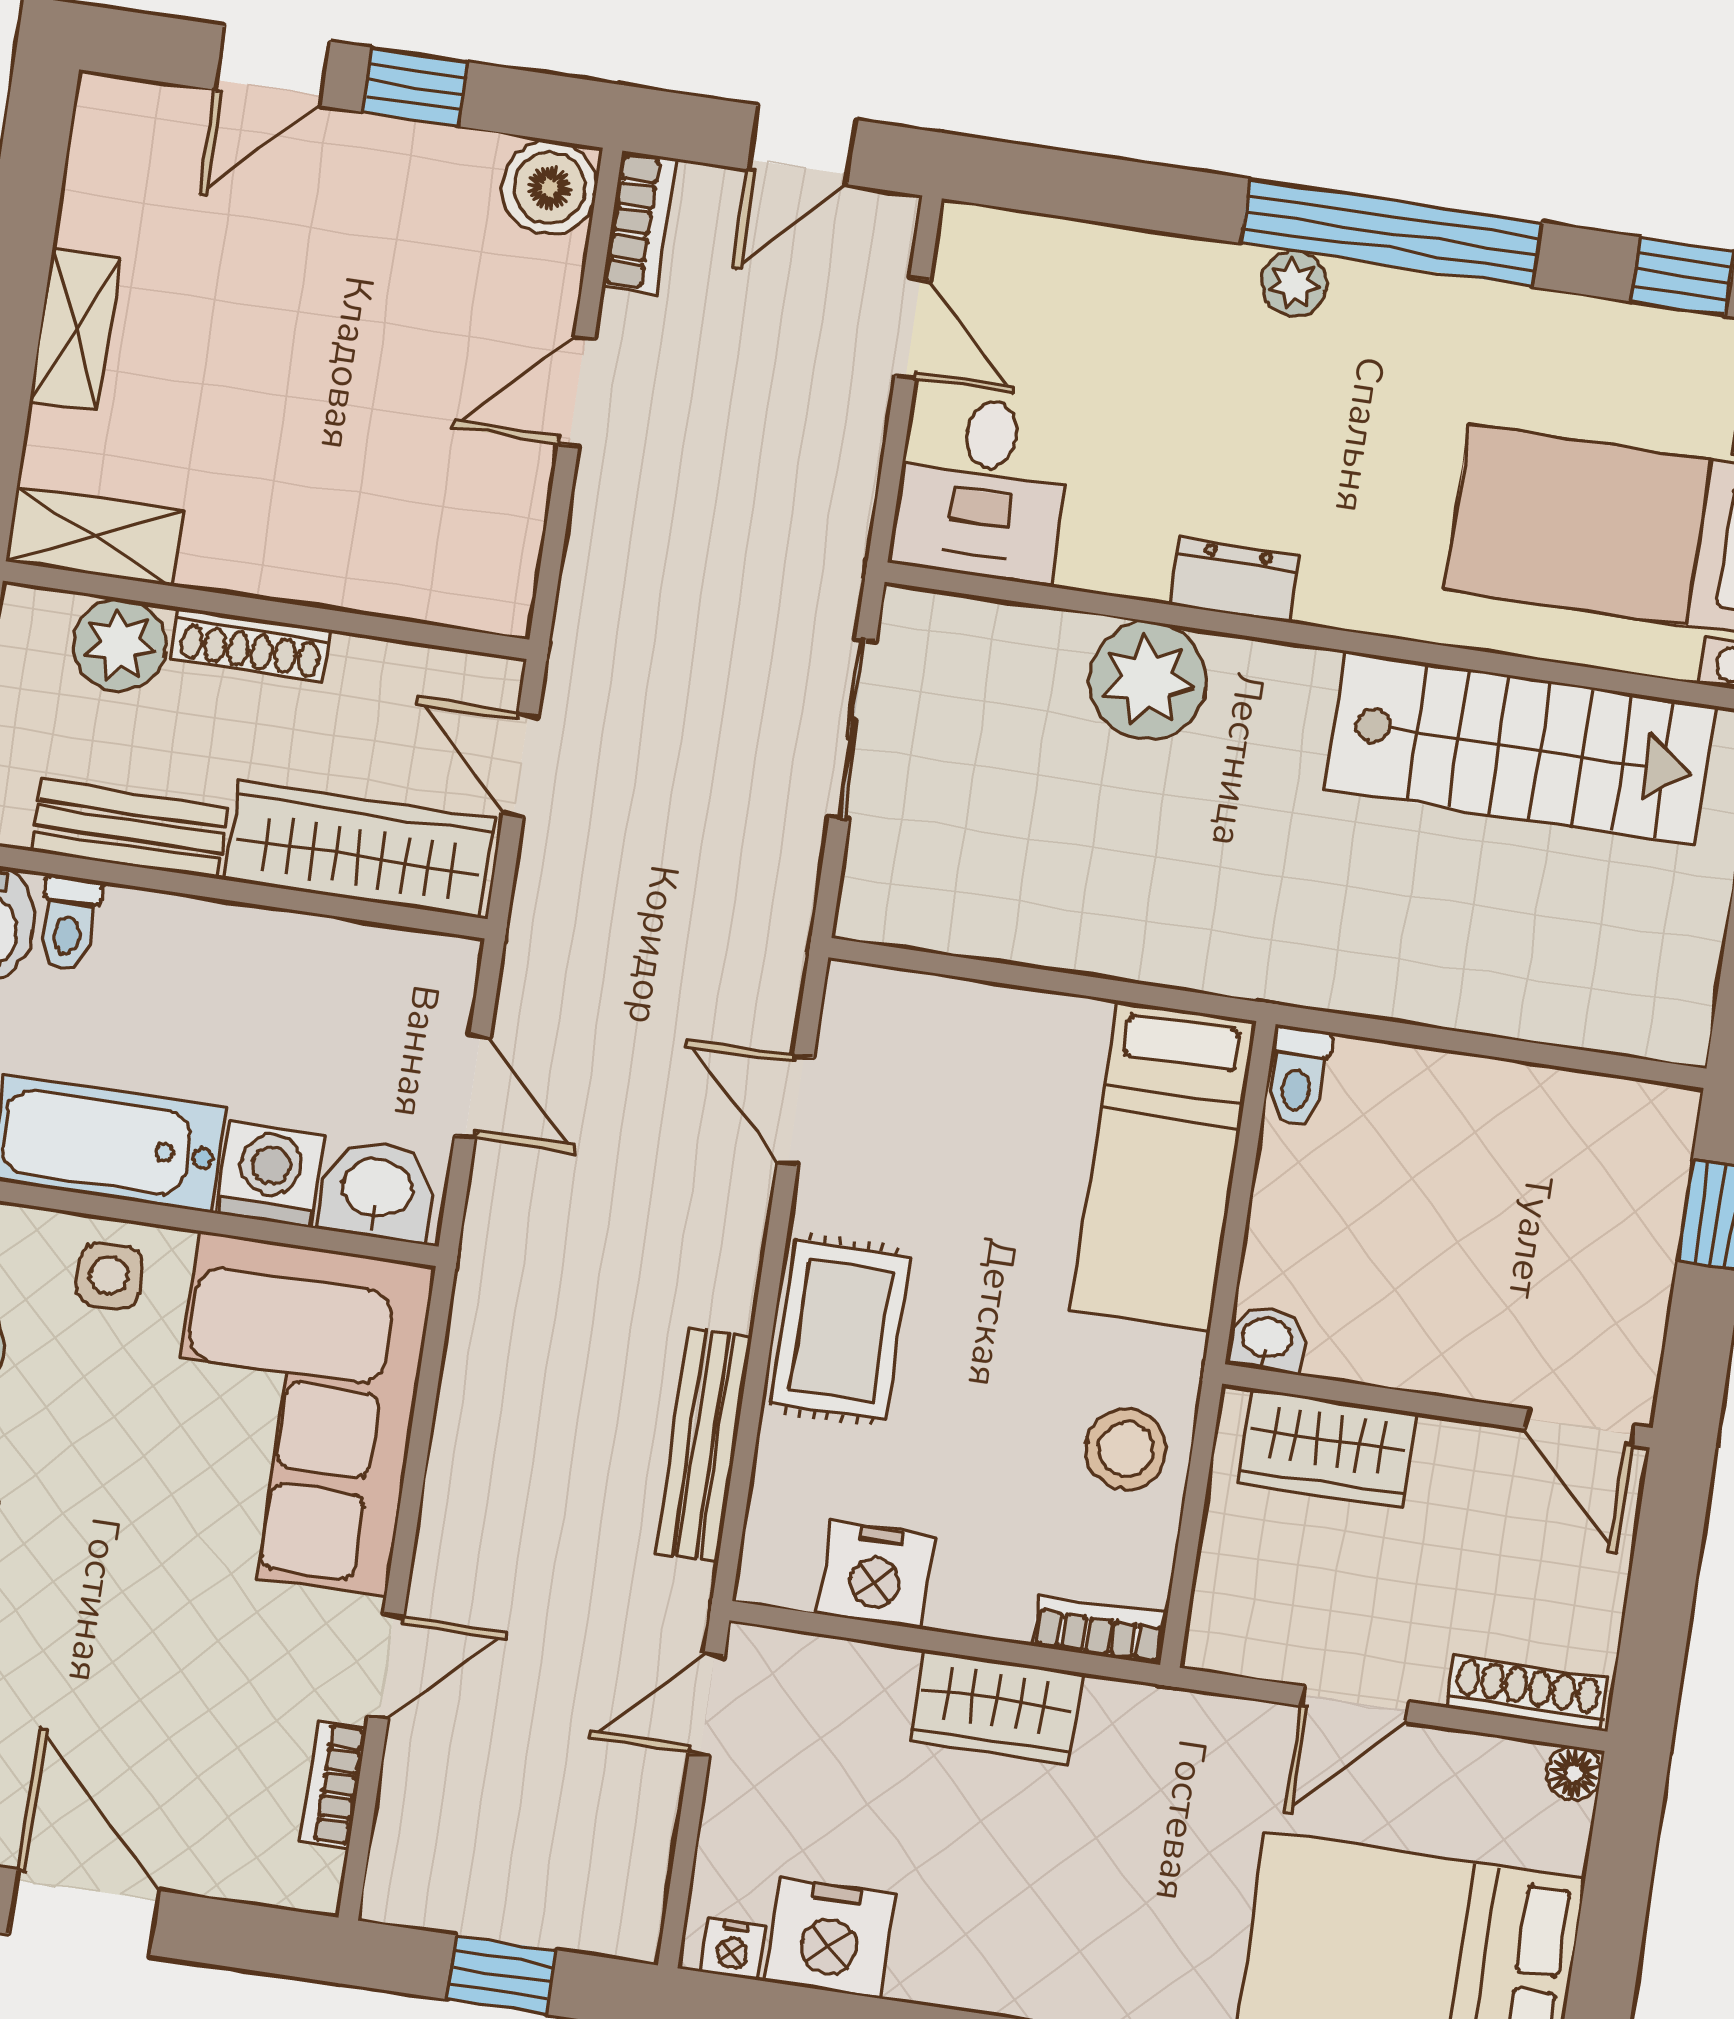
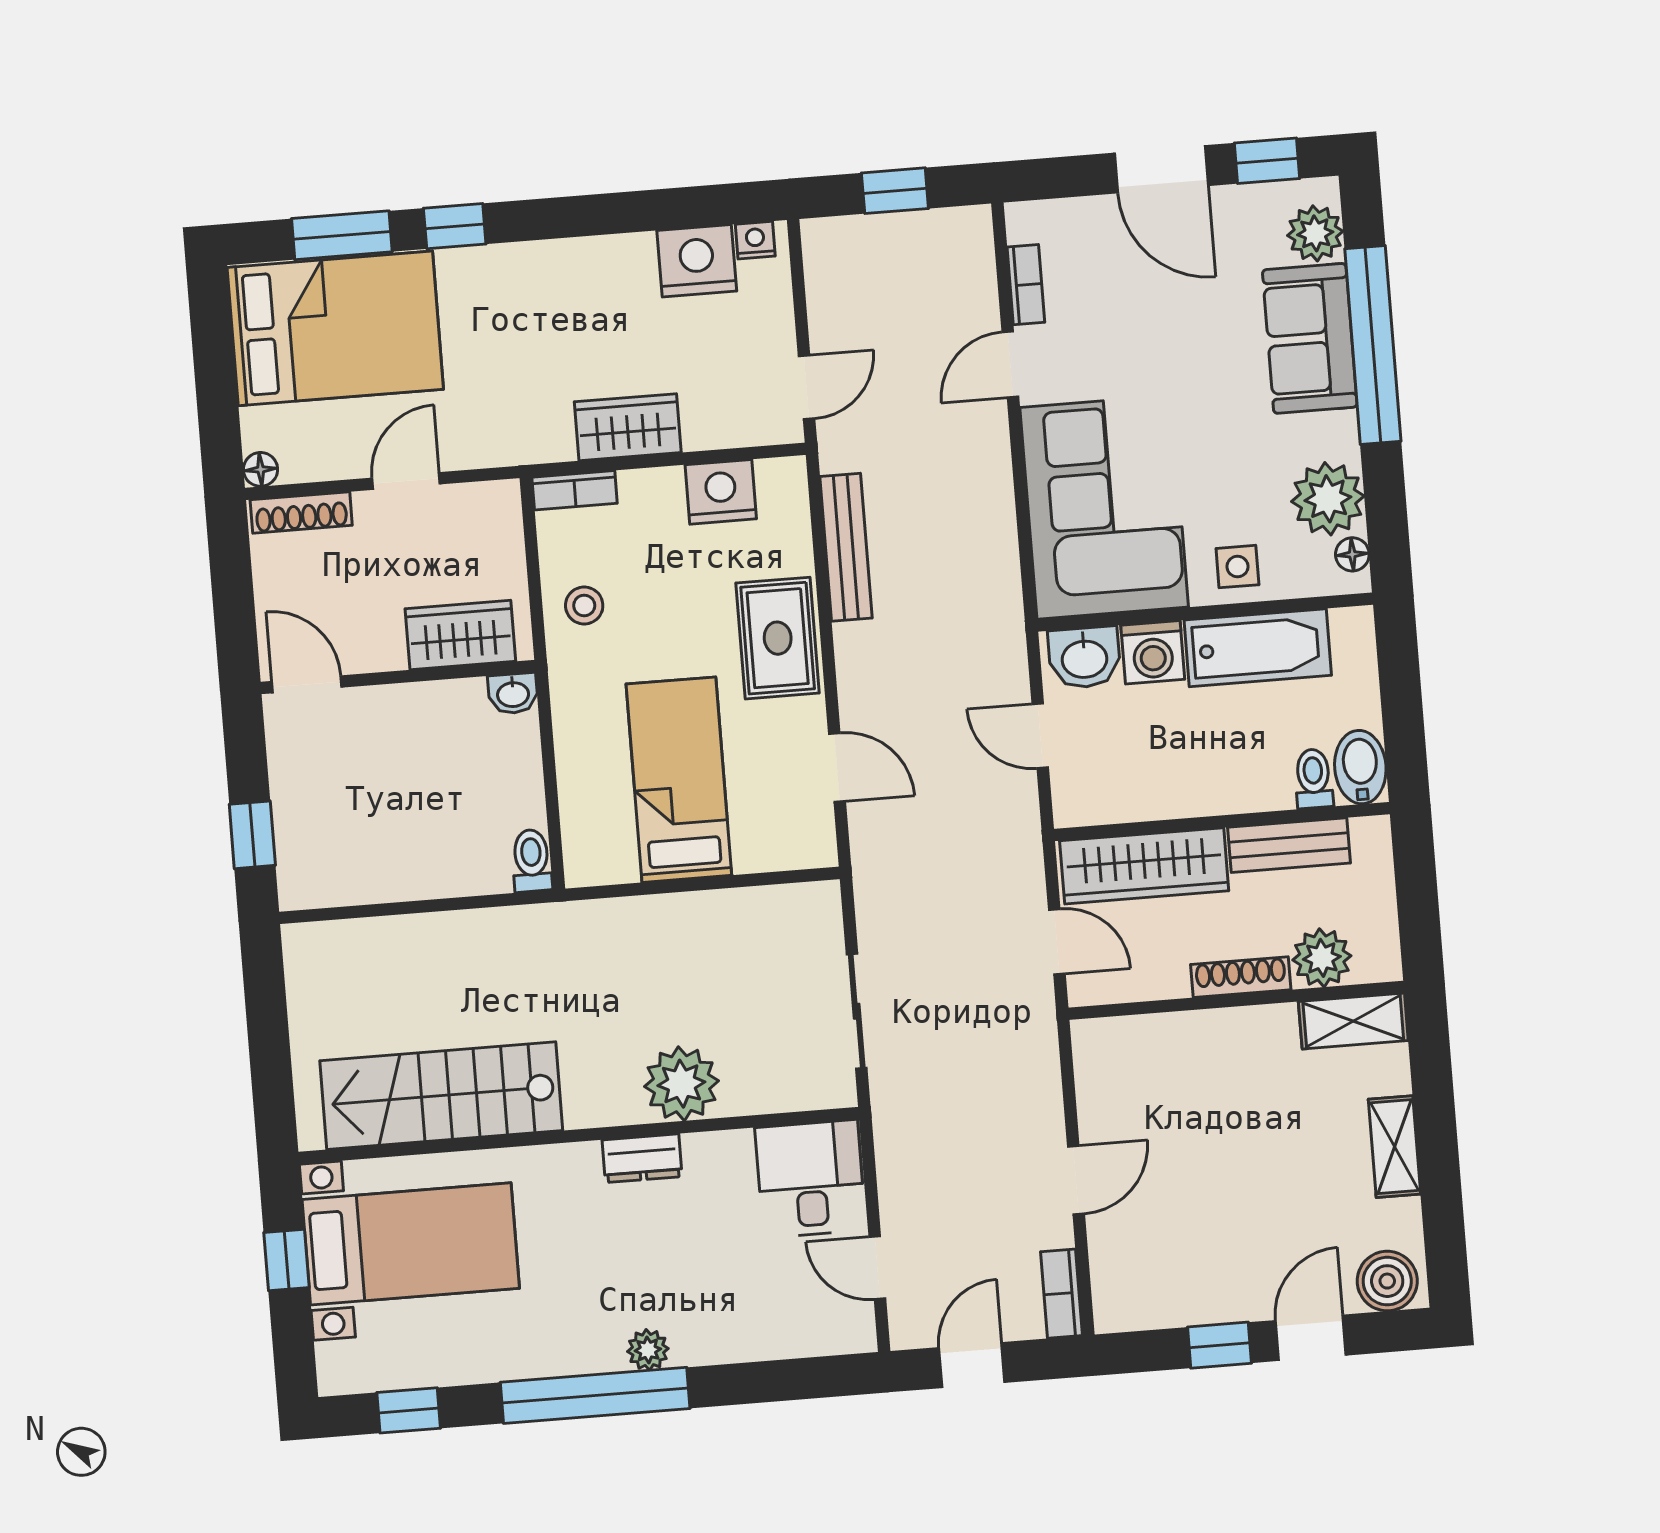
boiler: (549, 187) -> (1387, 1281), moved
bed: (1163, 1166) -> (679, 780), moved
stool: (1126, 1449) -> (584, 606), width x0.73, depth x0.73

